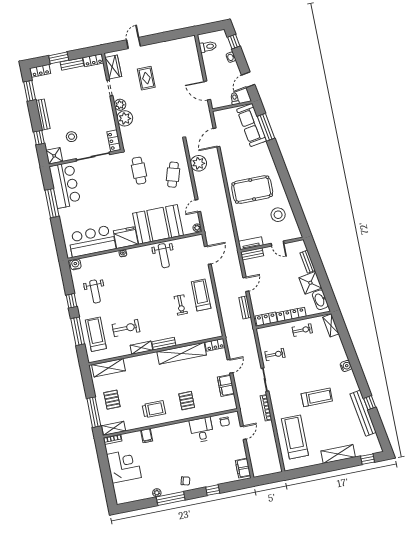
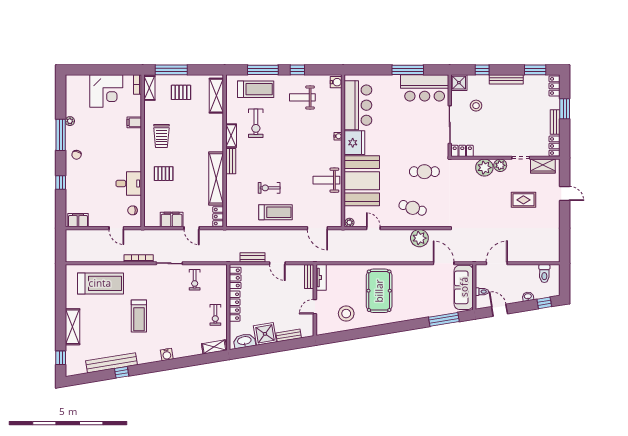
sofa: (252, 125) -> (464, 287), moved, turned -81

